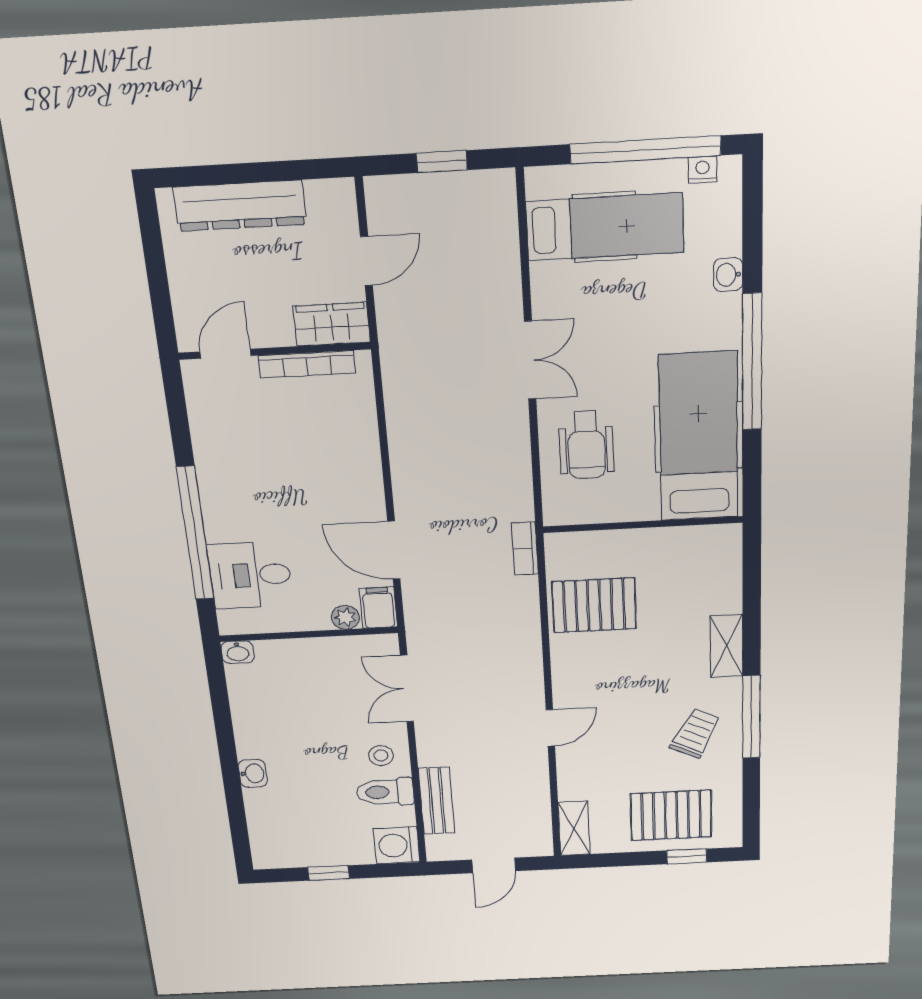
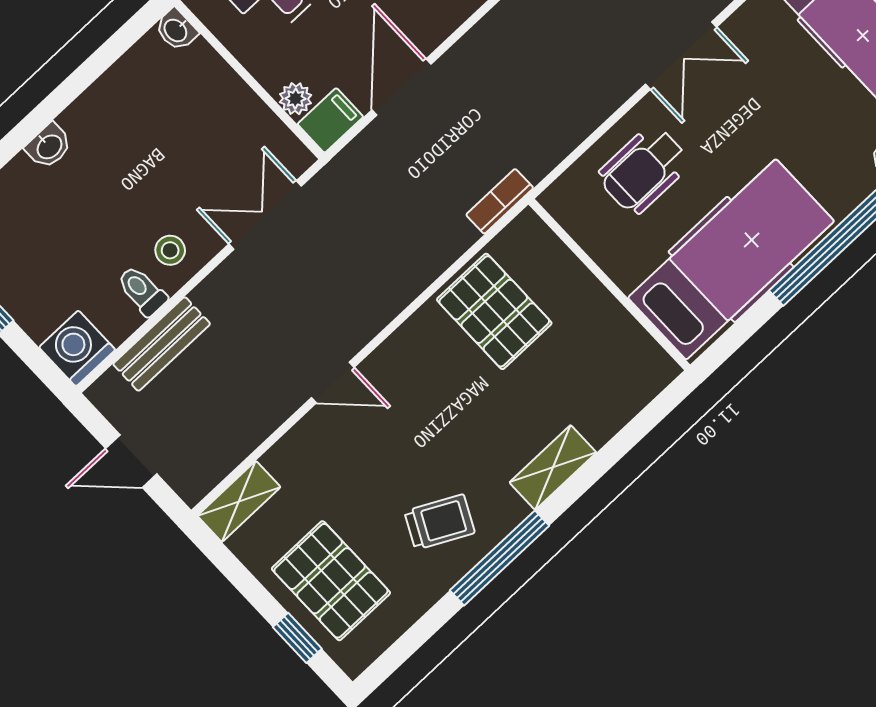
toilet: (385, 792) -> (142, 291), width x0.73, depth x0.72

